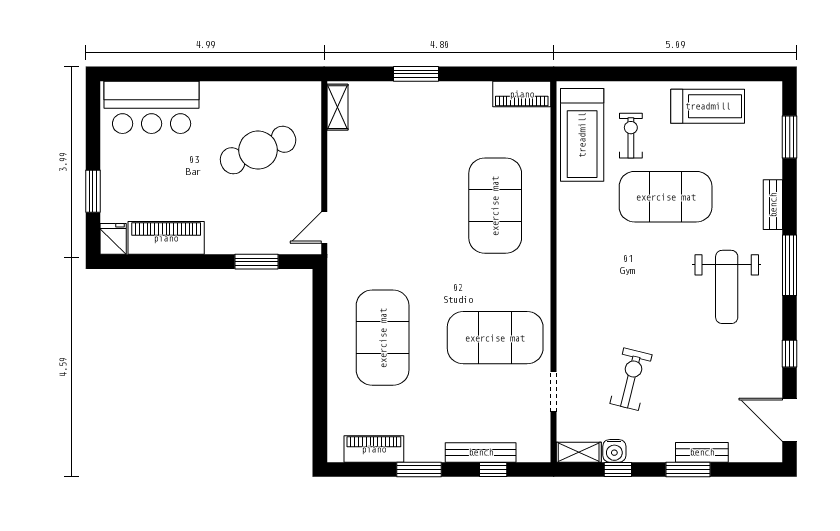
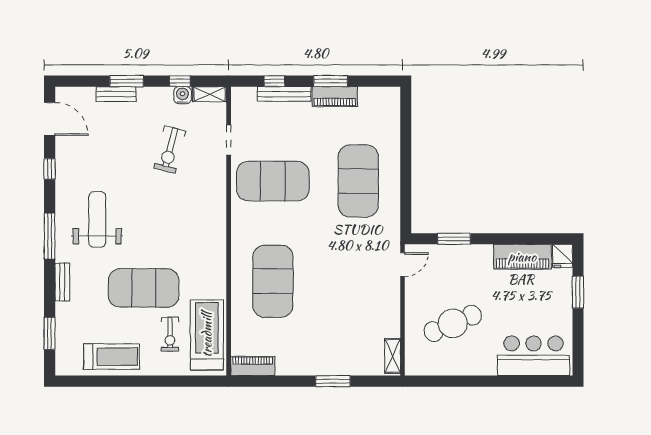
treadmill: (708, 106) -> (112, 357), turned 180
piano: (374, 449) -> (335, 97), moved

